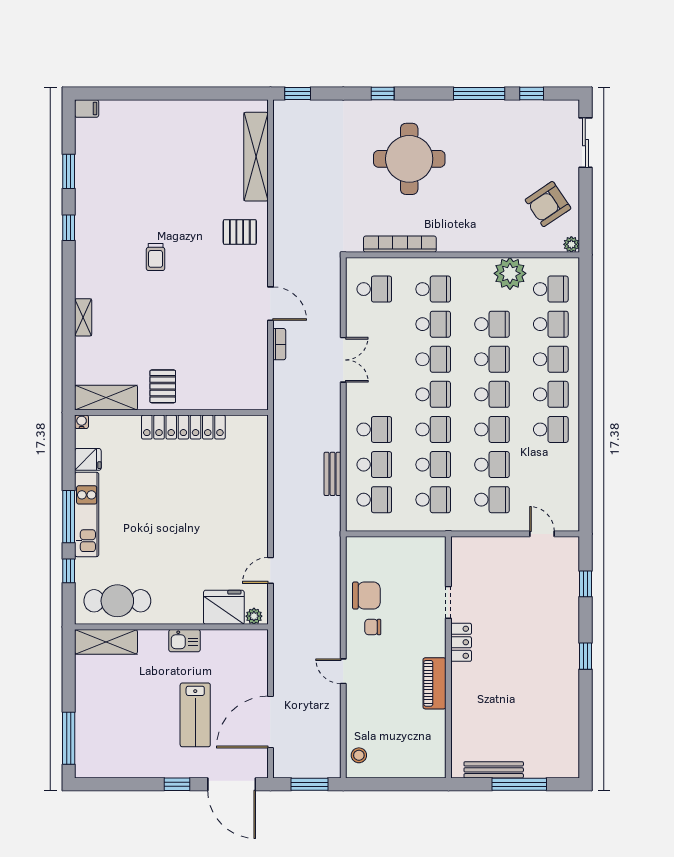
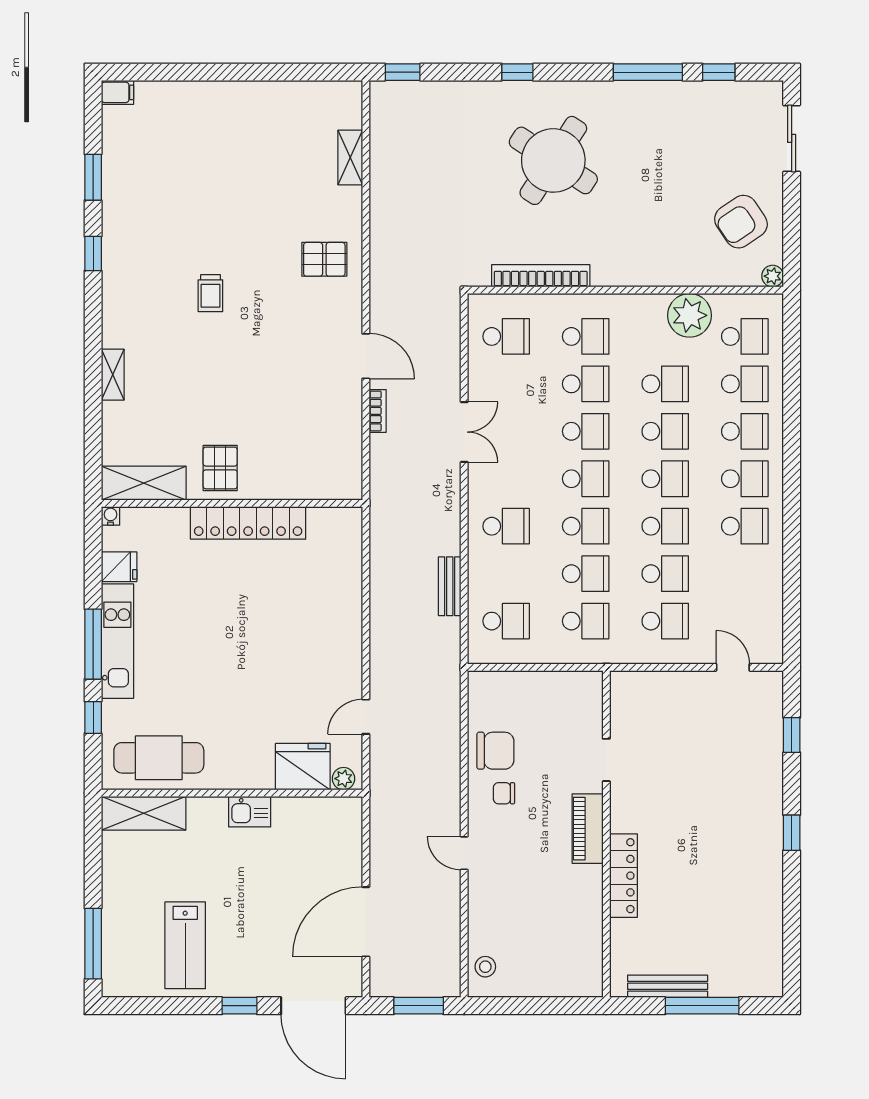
shelving: (256, 157) -> (350, 158), width x0.45, depth x0.75
round table: (409, 159) -> (553, 160), turned 33
school desk: (374, 465) -> (506, 574), removed
locker: (461, 642) -> (623, 876), moved, width x1.53
piano: (435, 683) -> (588, 829), moved
lab bench: (195, 715) -> (185, 945), moved

